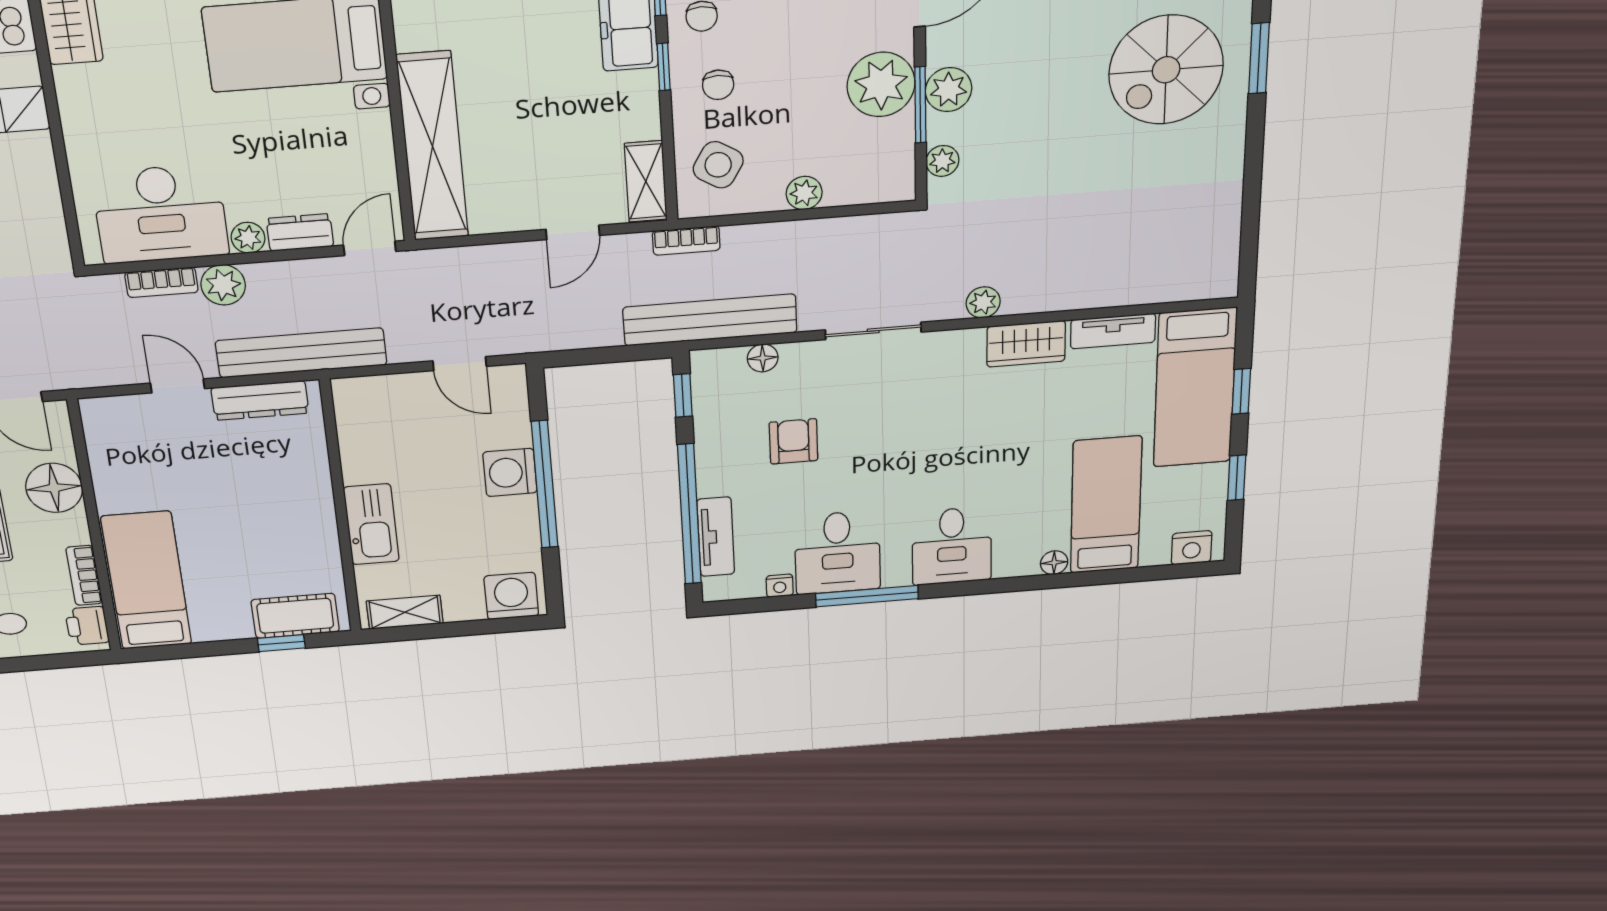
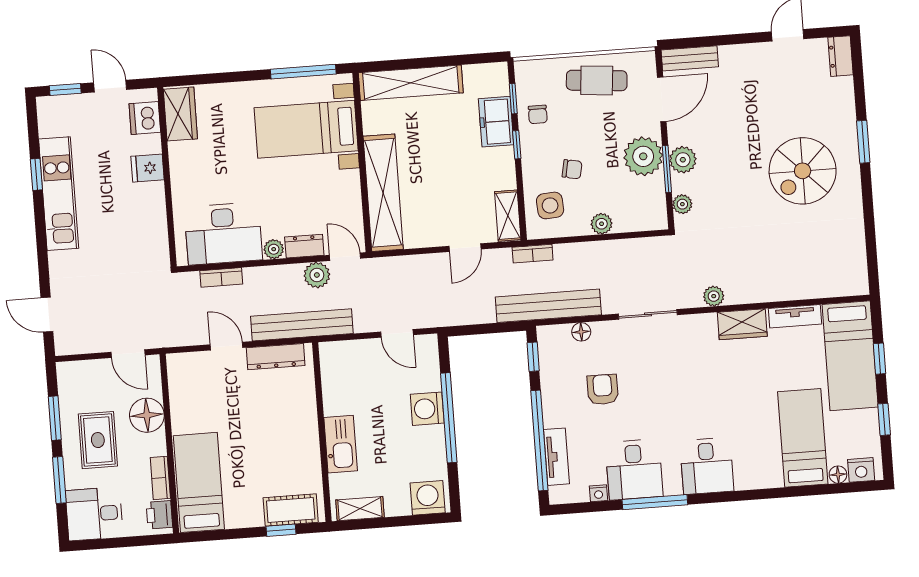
spiral stairs: (1166, 70) -> (803, 171), moved
chair: (718, 85) -> (572, 169), moved, turned -79
side table: (718, 165) -> (550, 205), turned -35
door: (370, 248) -> (345, 257), hinge flipped
plant: (223, 285) -> (317, 275), moved
floor lamp: (1054, 563) -> (838, 475), moved

